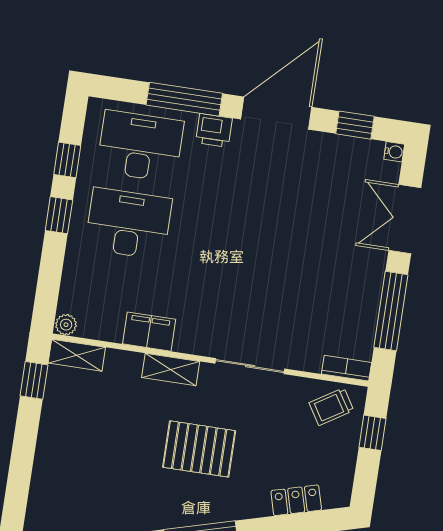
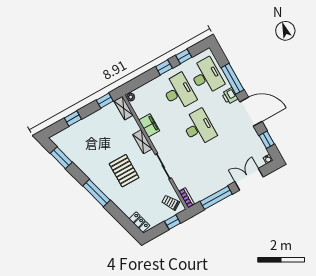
desk: (229, 239) -> (199, 128), added
window: (20, 469) -> (73, 119), added
locker: (296, 500) -> (139, 222), moved

